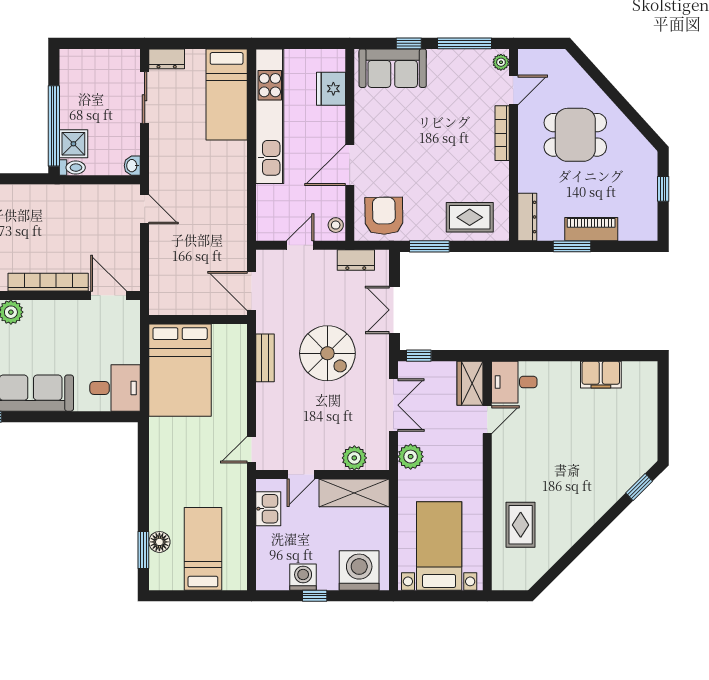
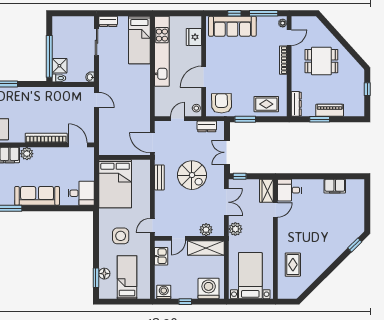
sofa: (393, 68) -> (232, 26), width x1.36
side table: (191, 470) -> (121, 236), added
washing machine: (303, 577) -> (164, 292), moved

